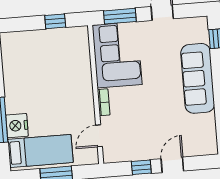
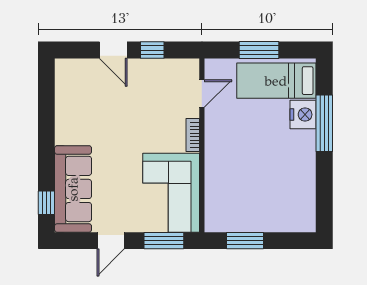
window: (55, 21) -> (245, 241), width x1.50
sofa: (198, 78) -> (73, 189), moved
door: (172, 165) -> (113, 50), hinge flipped

